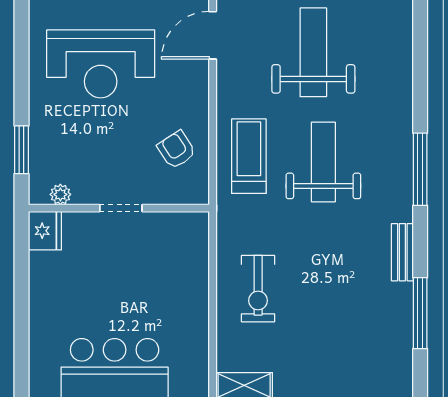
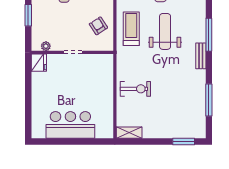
window: (21, 150) -> (28, 15), moved
bench: (402, 252) -> (201, 56), moved
exercise bike: (258, 289) -> (135, 89), turned -90

